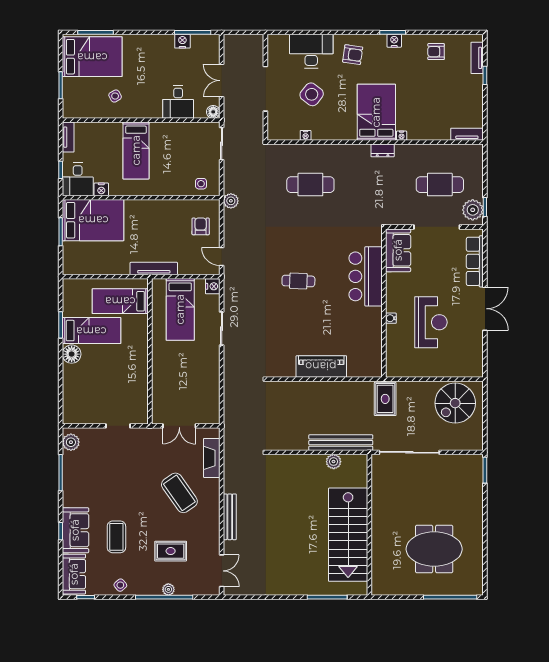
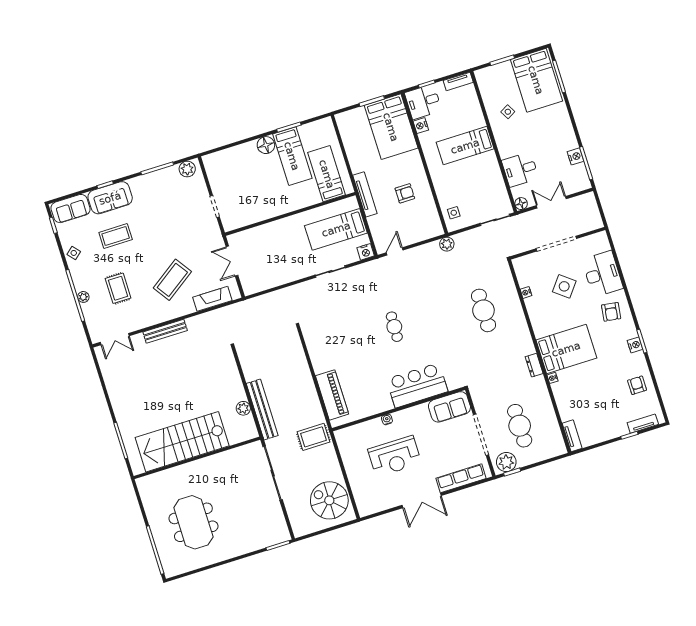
armchair: (201, 226) -> (405, 193), moved
piano: (321, 366) -> (332, 395), moved

